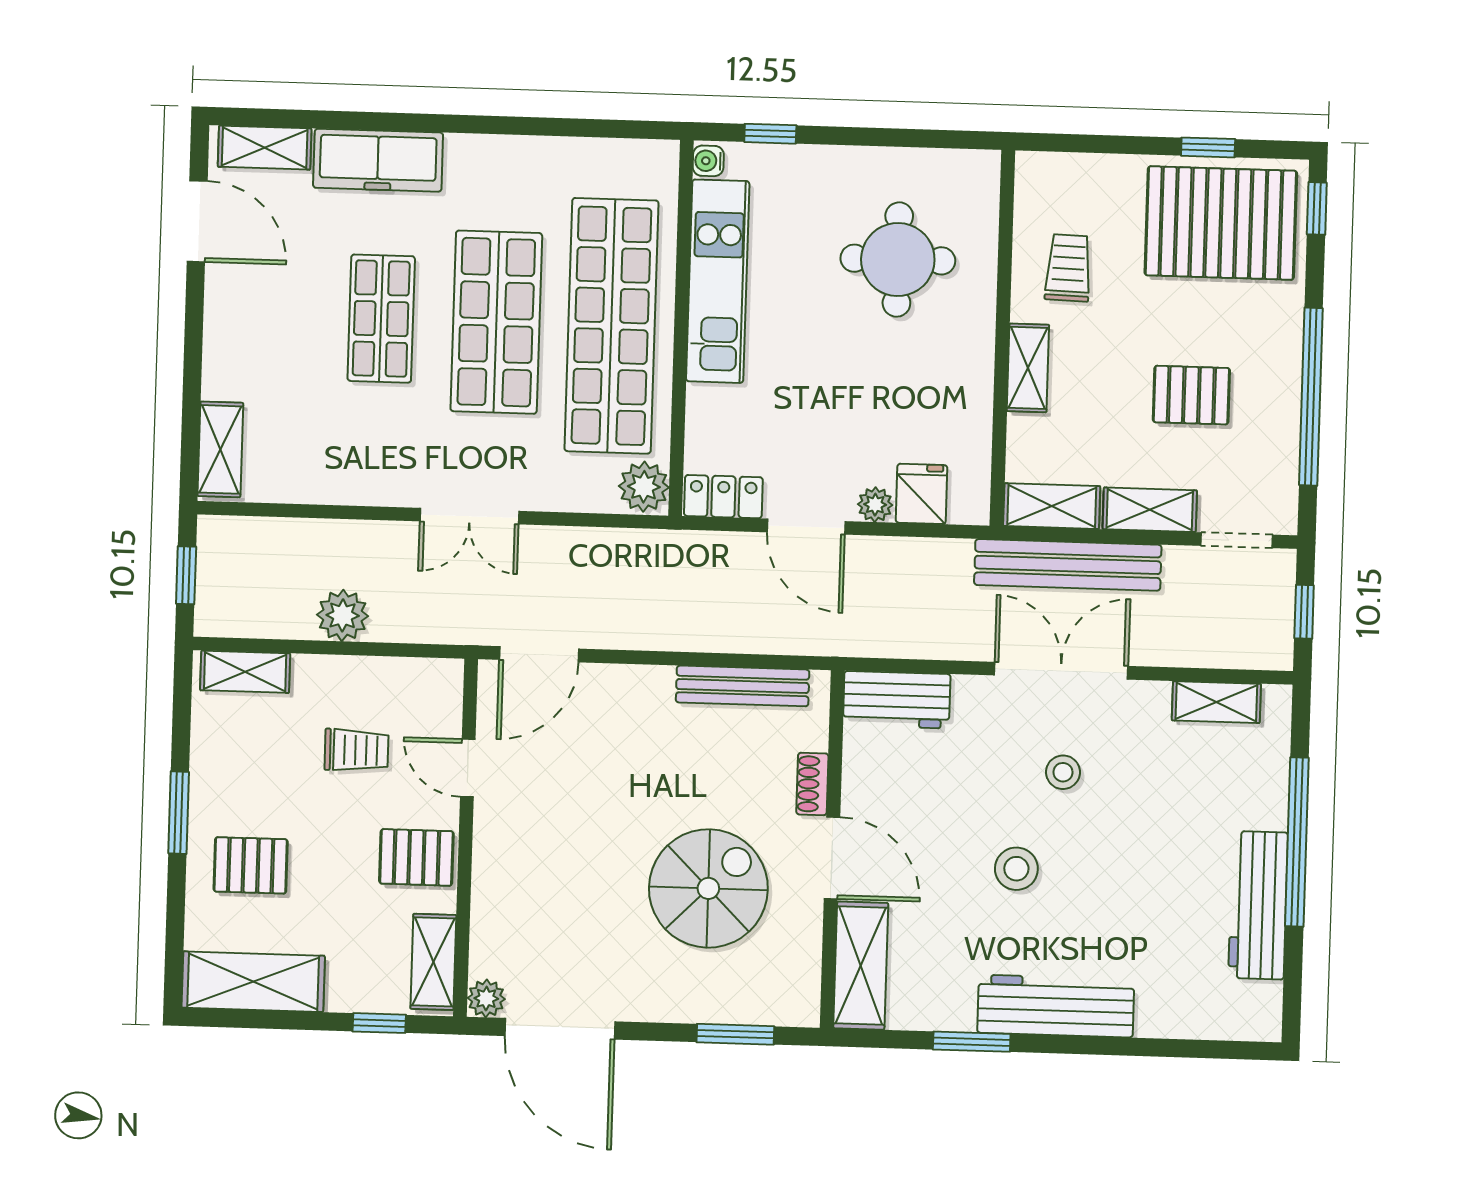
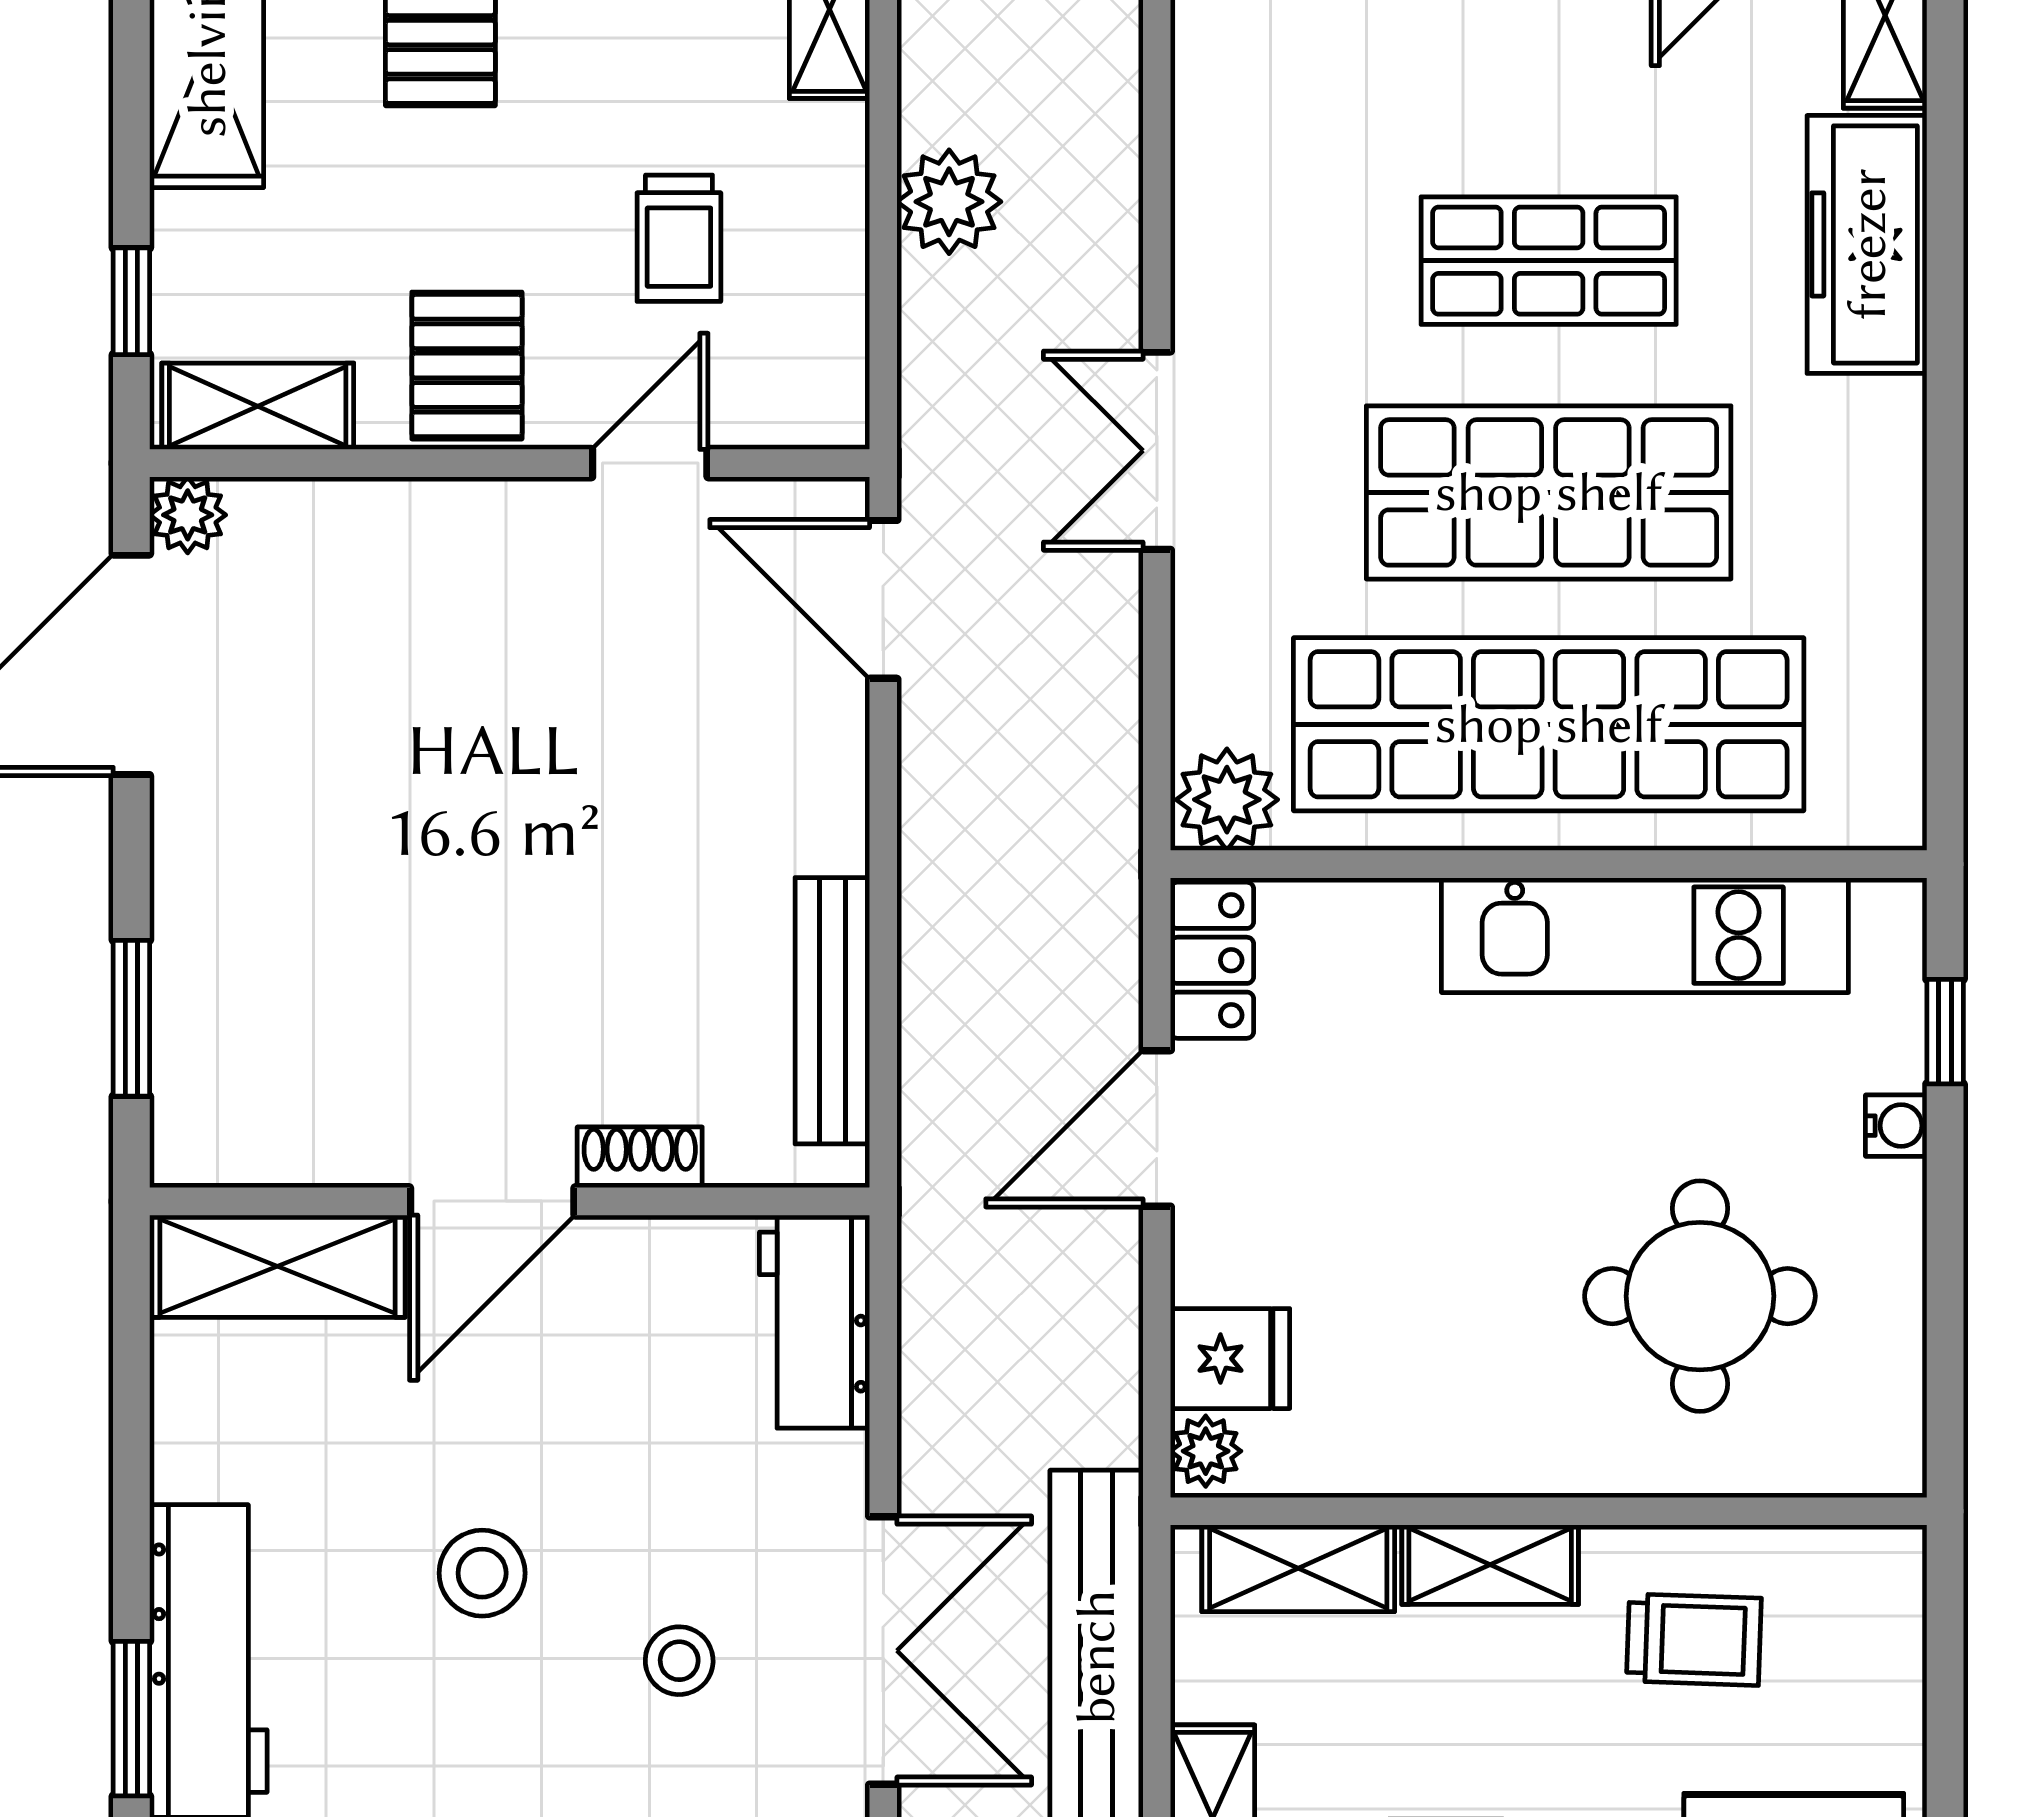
water cooler: (708, 161) -> (1896, 1126), moved, turned 90
plant: (875, 505) -> (1206, 1451), moved
shelving: (1052, 506) -> (1298, 1568), moved, turned 90
spiral stairs: (708, 888) -> (423, 955), removed
window: (972, 1042) -> (131, 1719), moved

